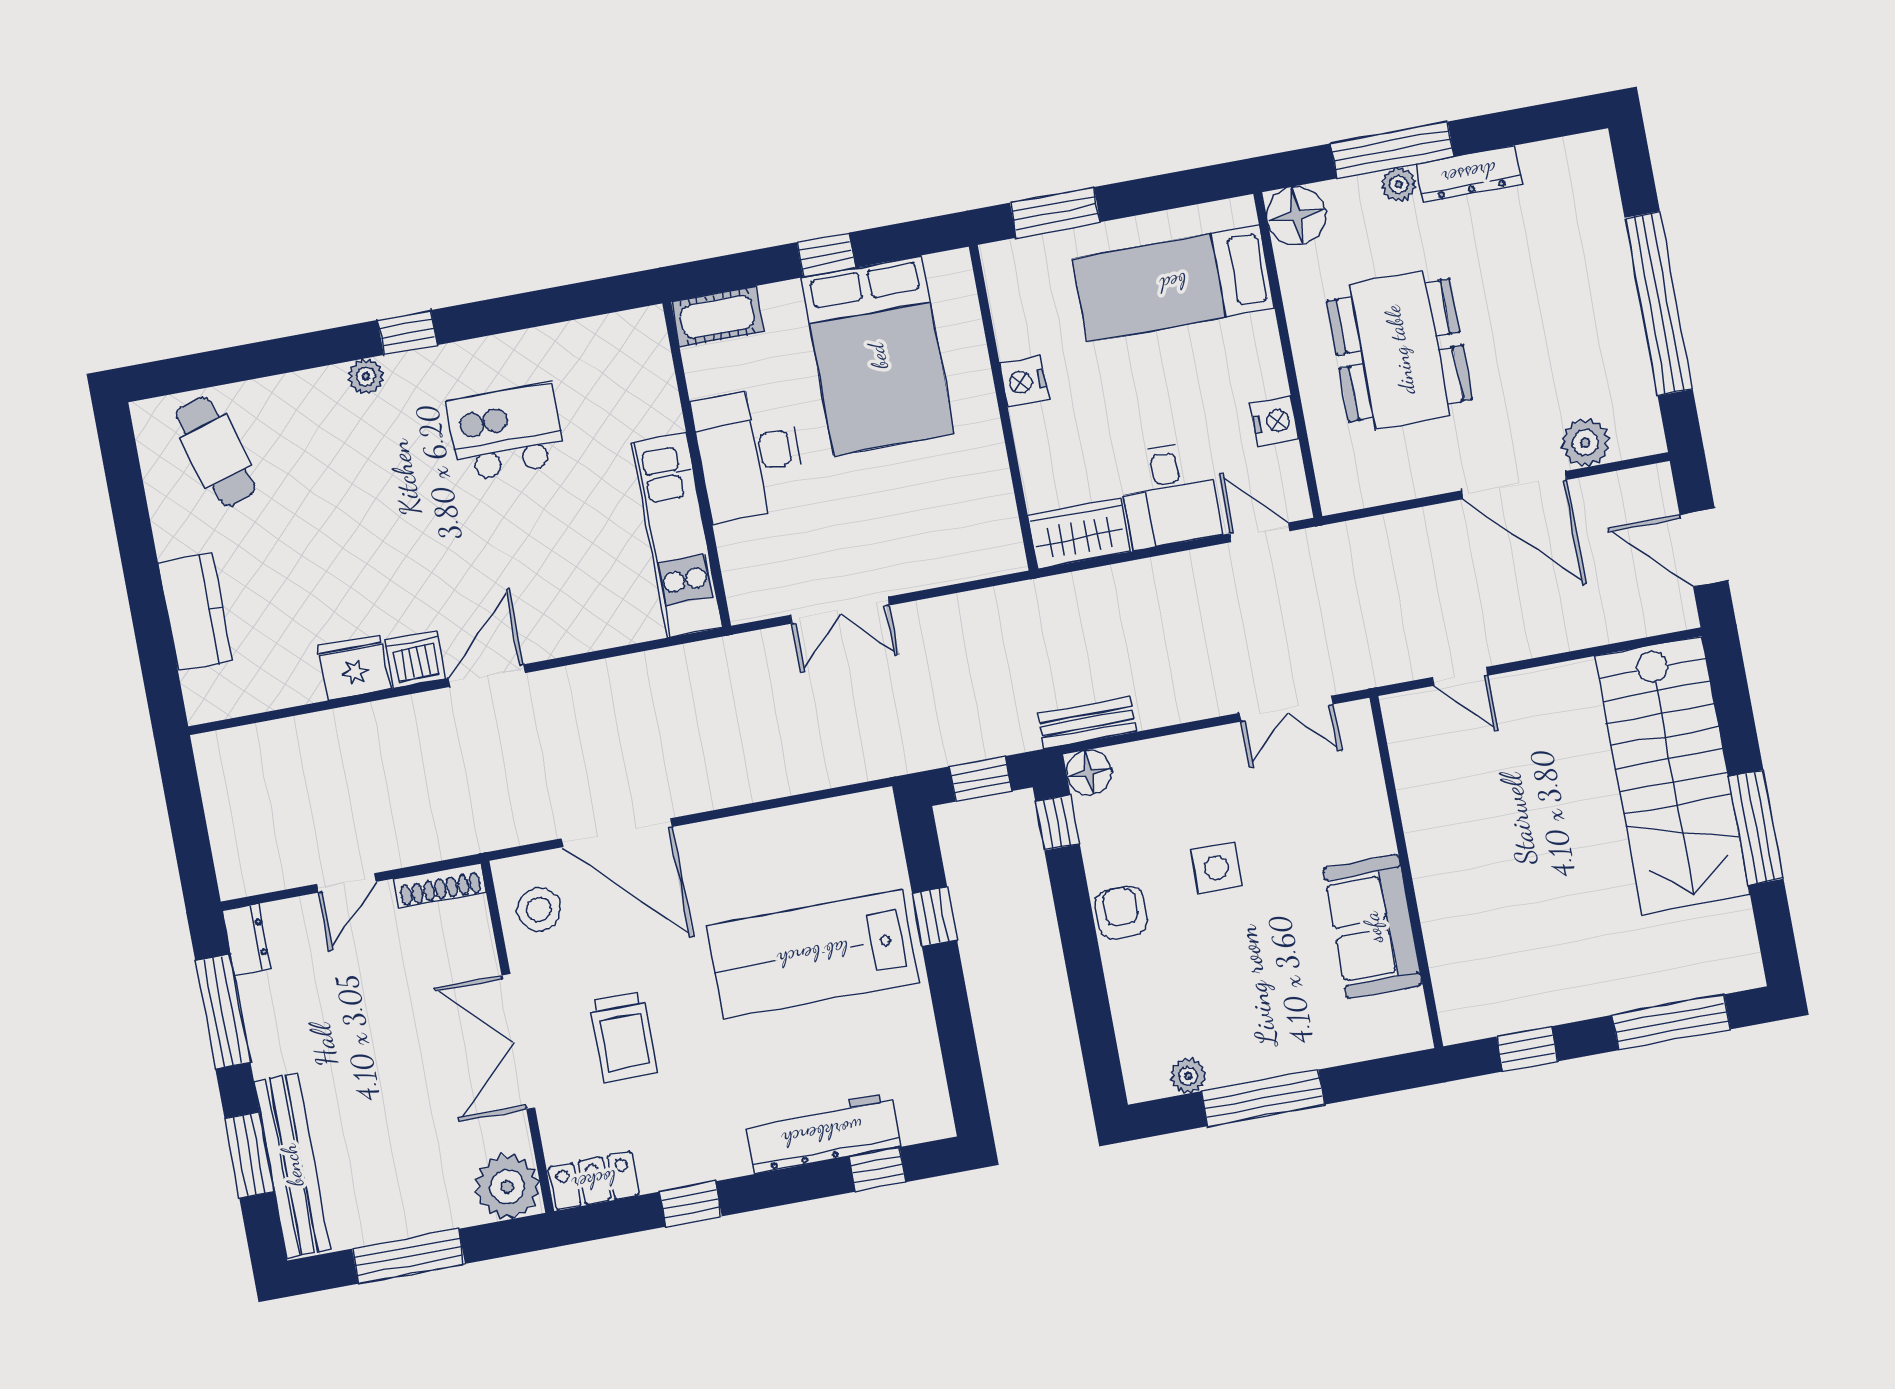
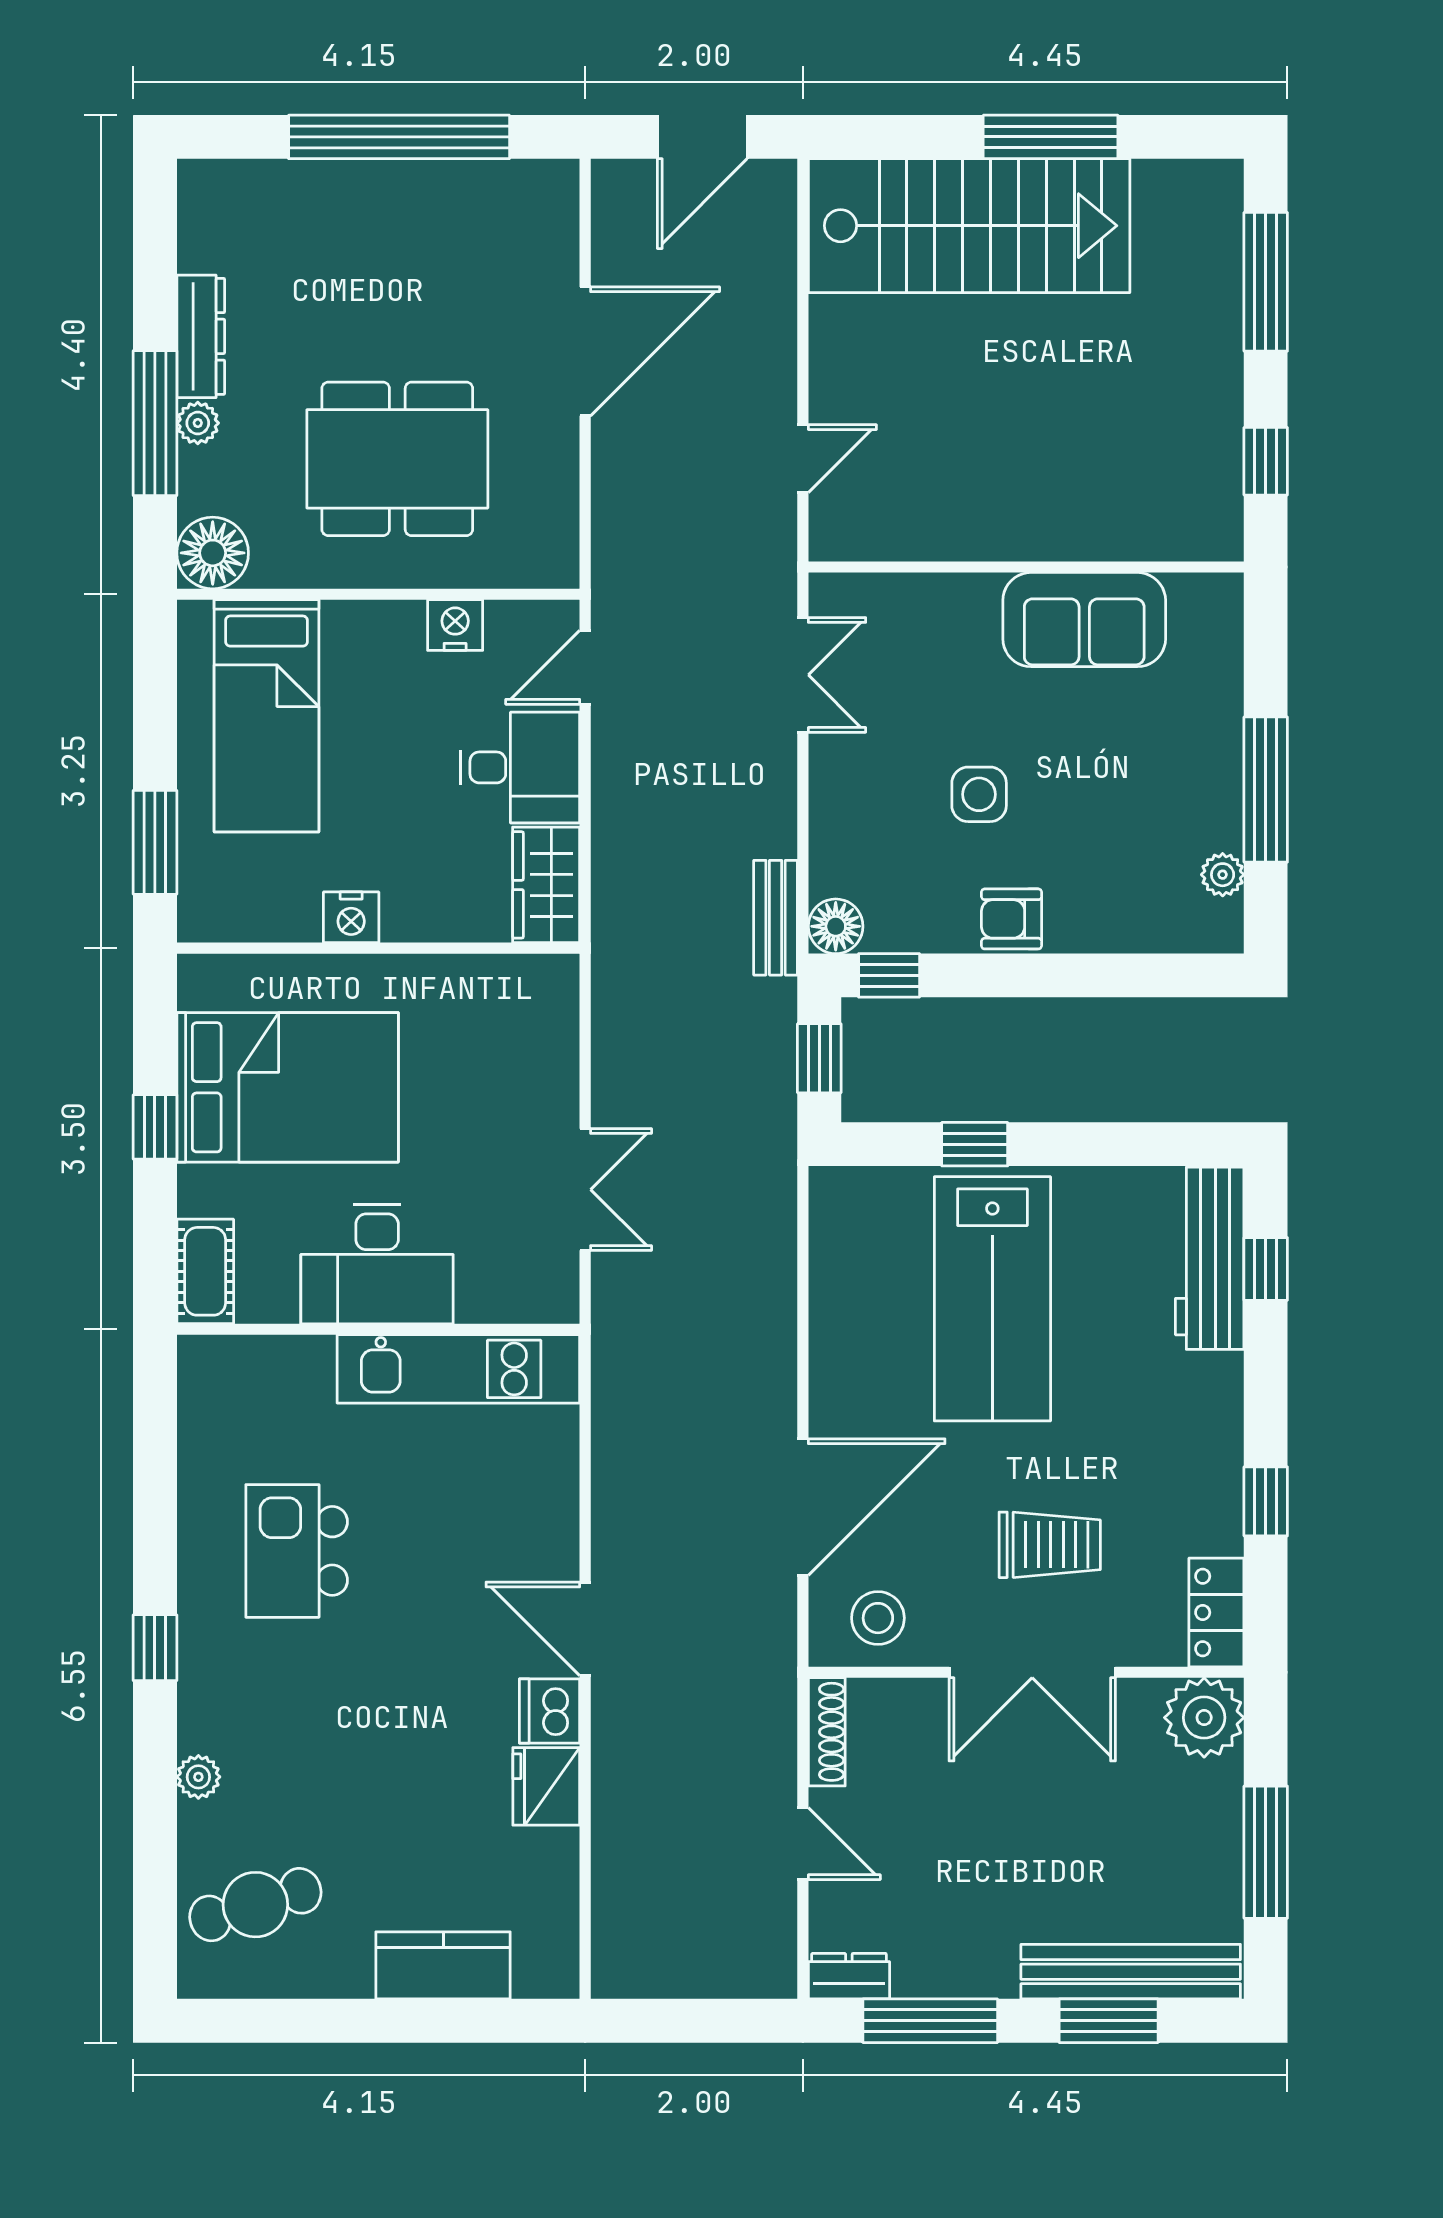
plant: (366, 376) -> (198, 1777), moved
plant: (1585, 443) -> (550, 256), removed
workbench: (822, 1133) -> (1210, 1258), moved

